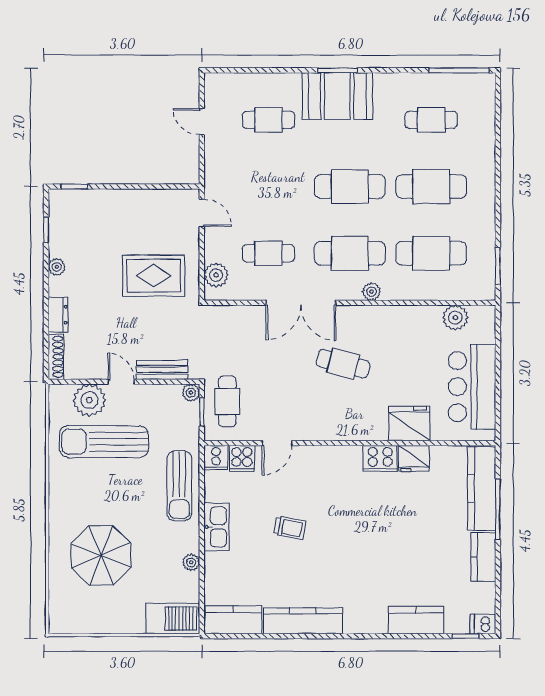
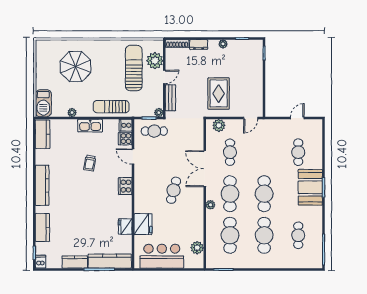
cooker: (380, 458) -> (125, 186), moved
kitchen counter: (303, 621) -> (42, 185), moved

